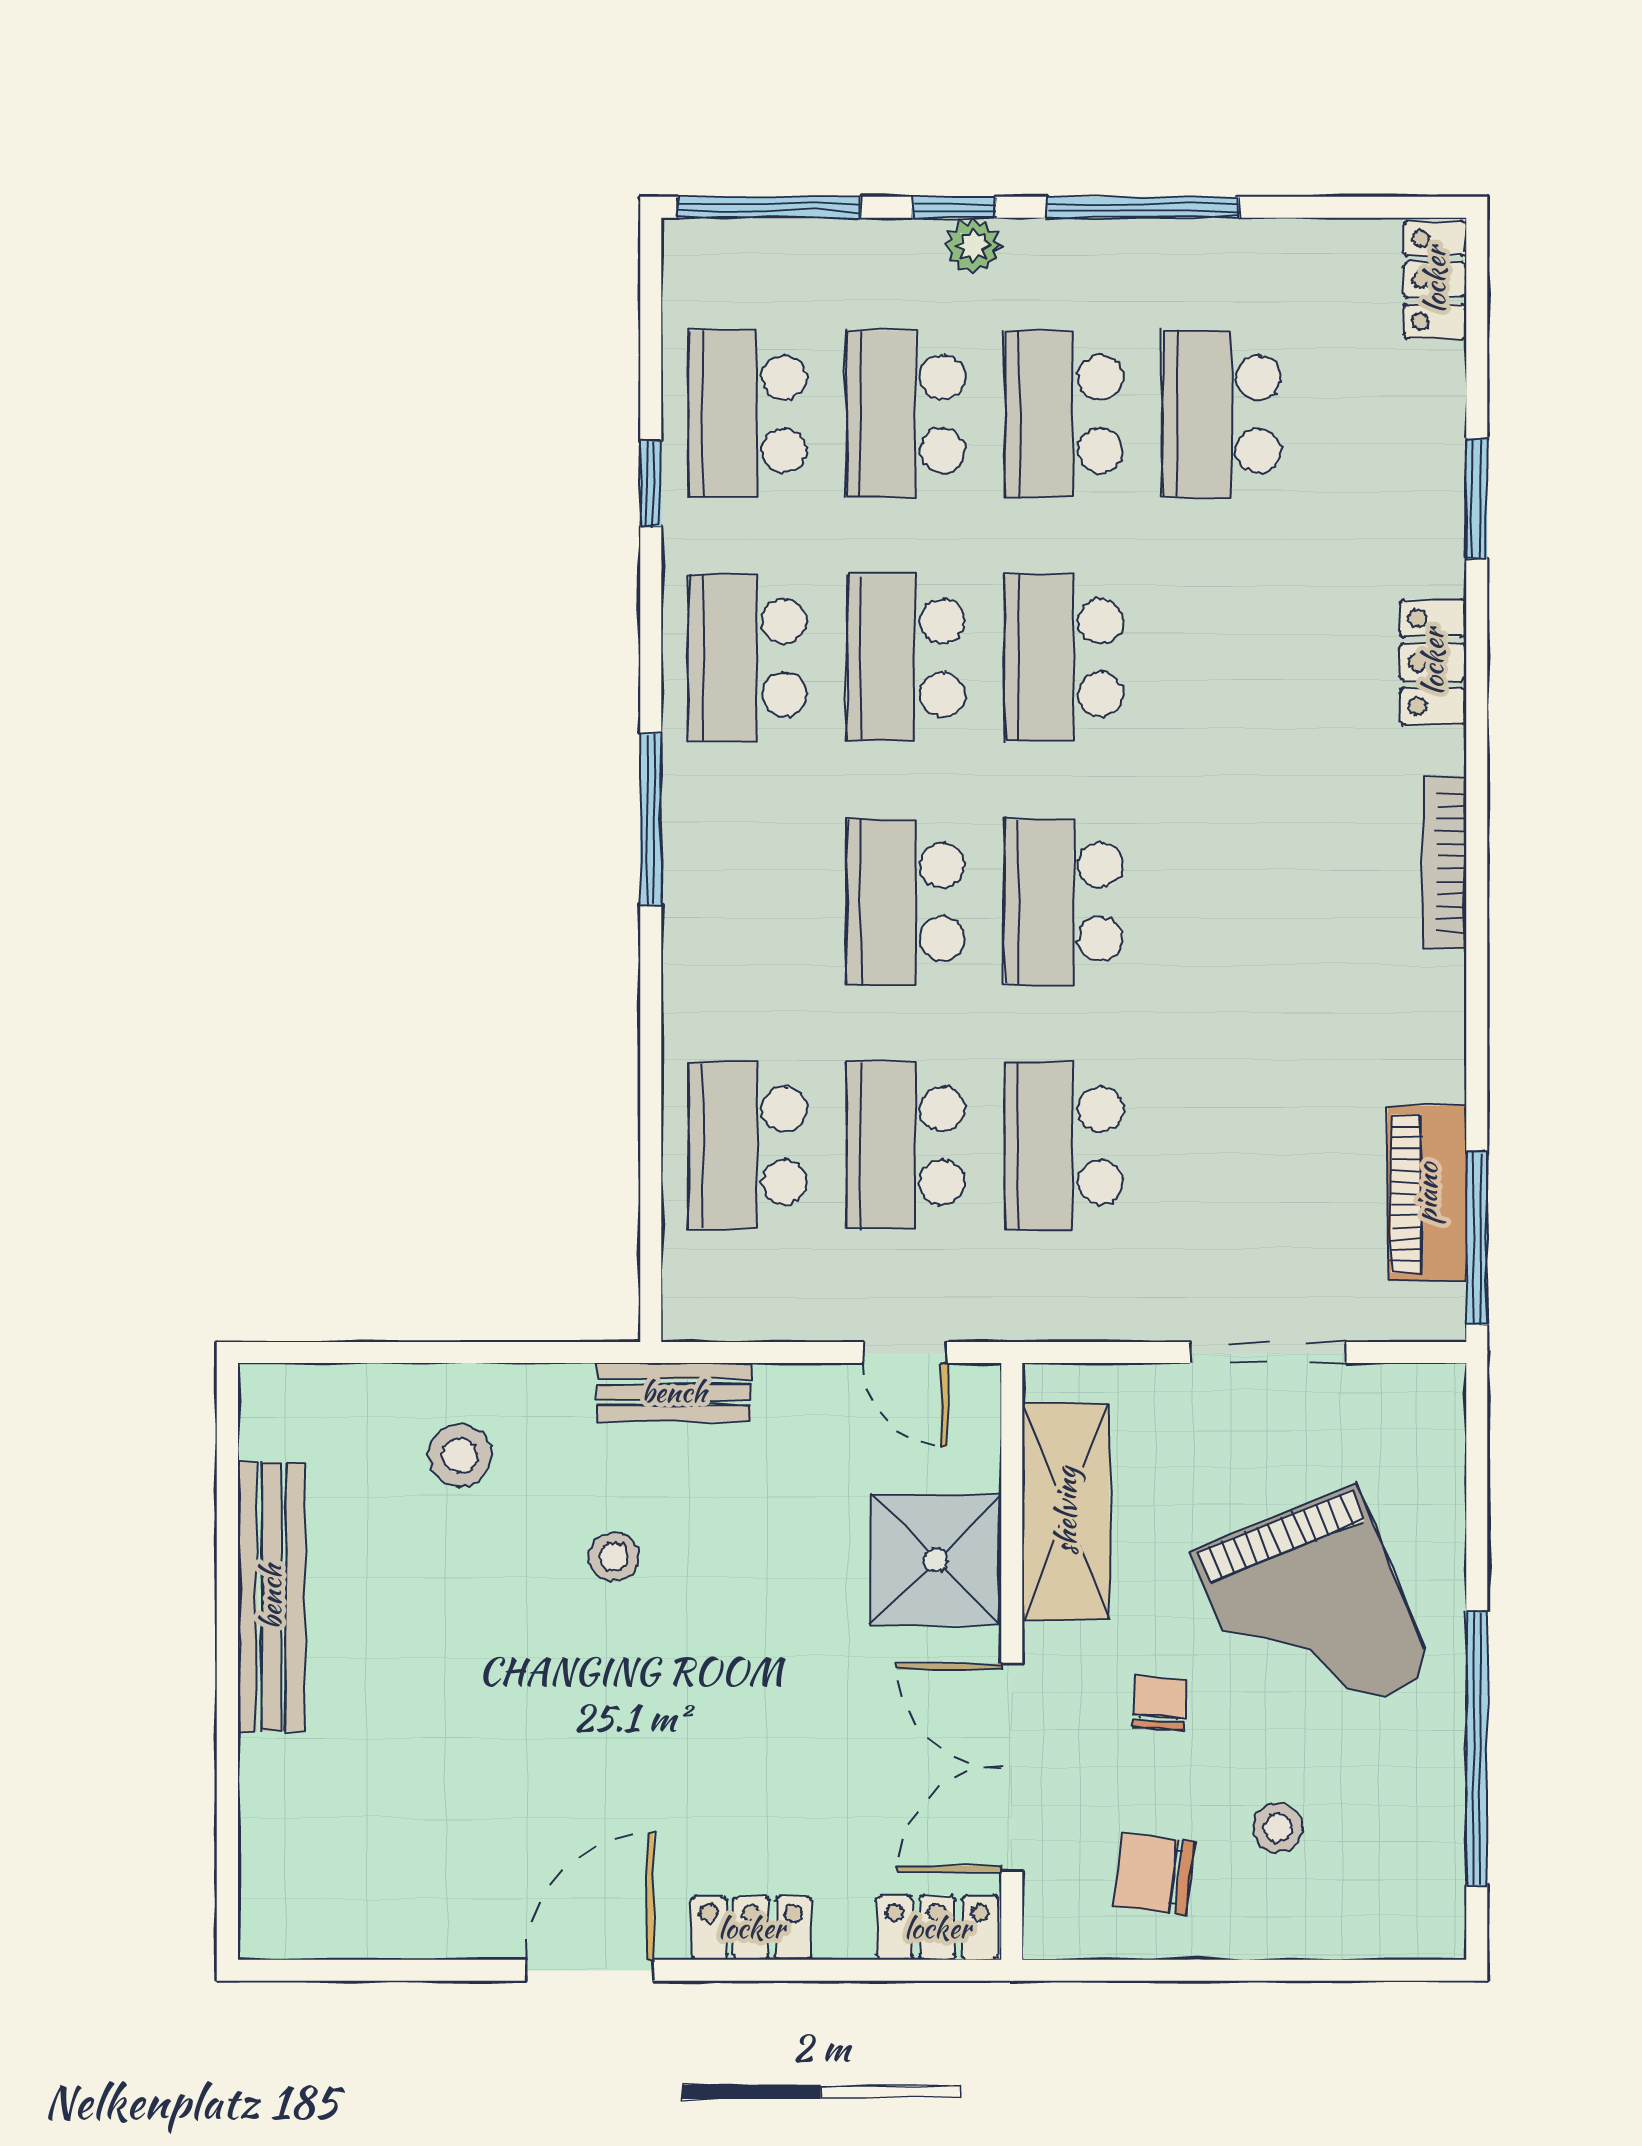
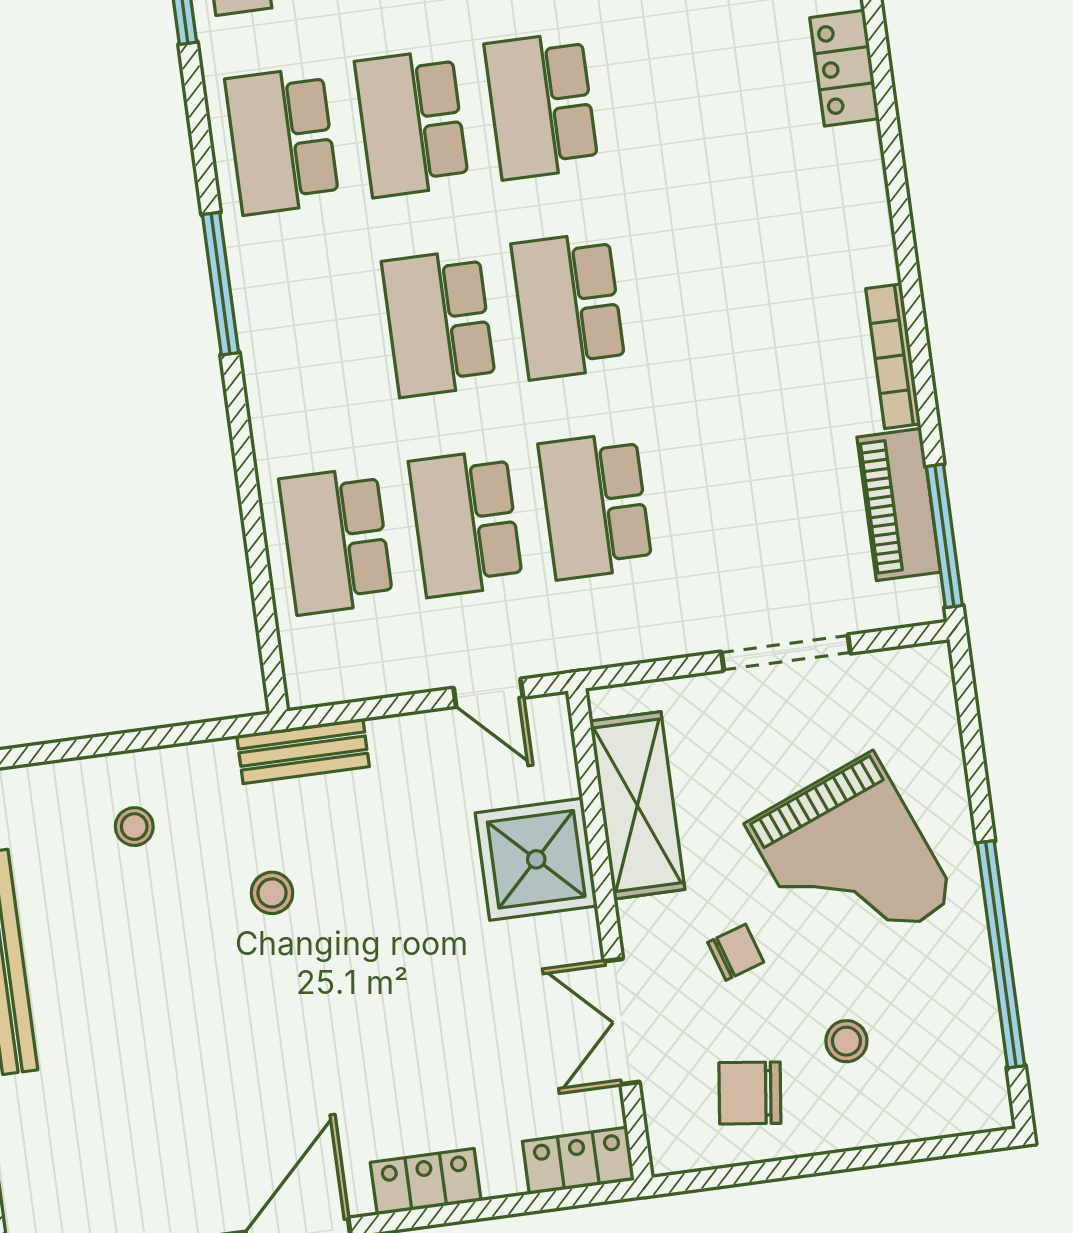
bookcase: (1445, 863) -> (893, 356), moved
stool: (460, 1455) -> (134, 827), width x0.73, depth x0.73
chair: (1160, 1703) -> (736, 952), turned 68
double door: (1012, 1768) -> (622, 1022), width x0.73

